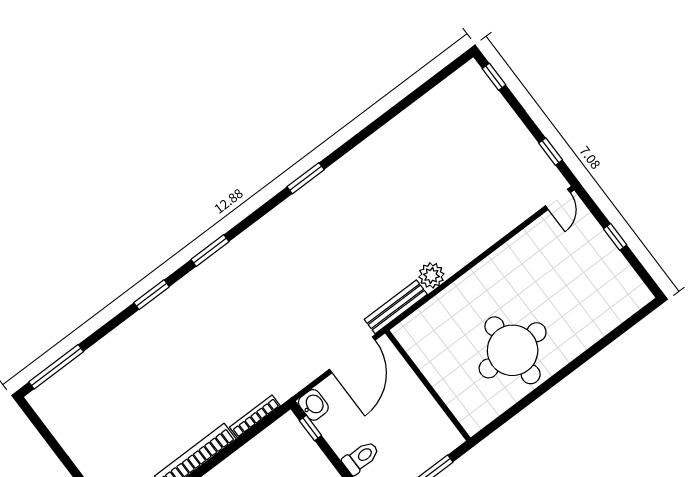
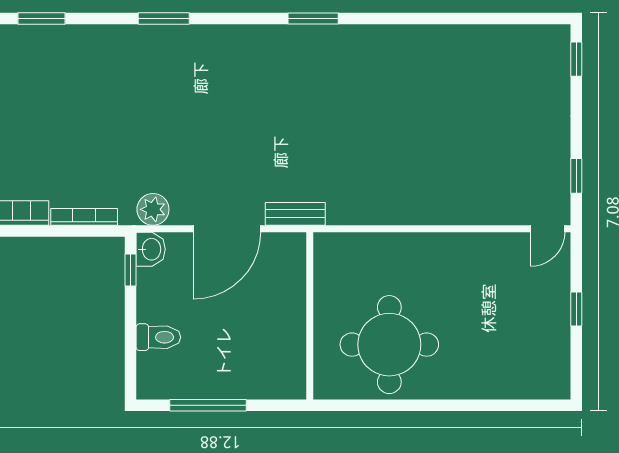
plant: (431, 275) -> (153, 209), moved
window: (152, 295) -> (42, 18), moved
bench: (396, 307) -> (295, 214), width x0.73
wall: (428, 385) -> (310, 316), moved

